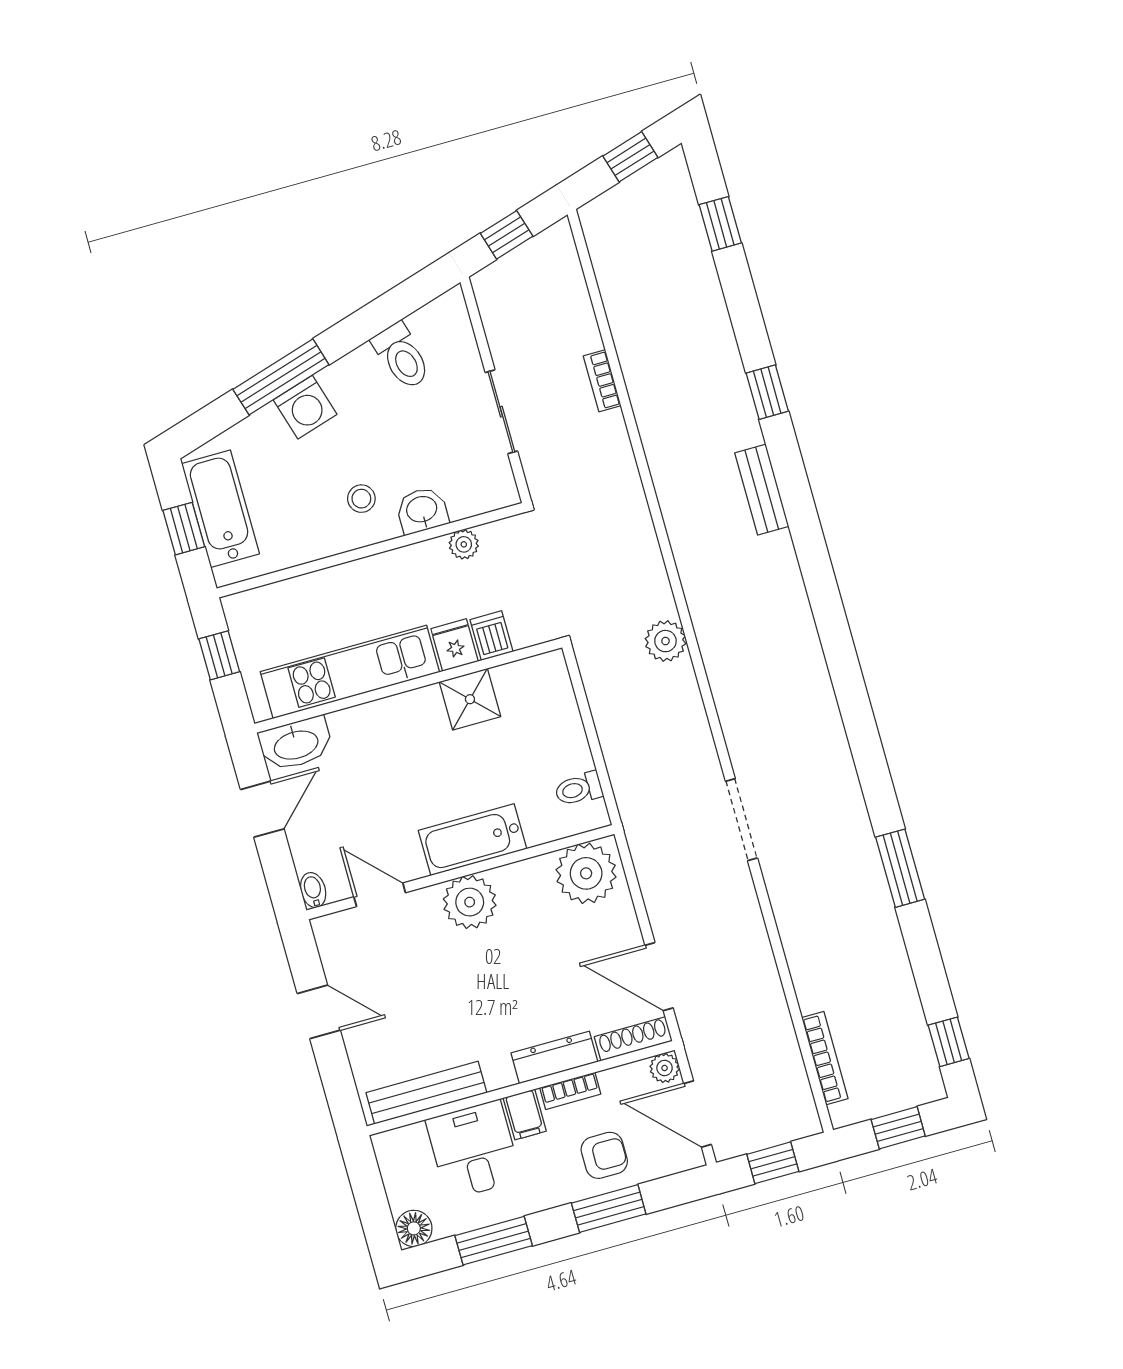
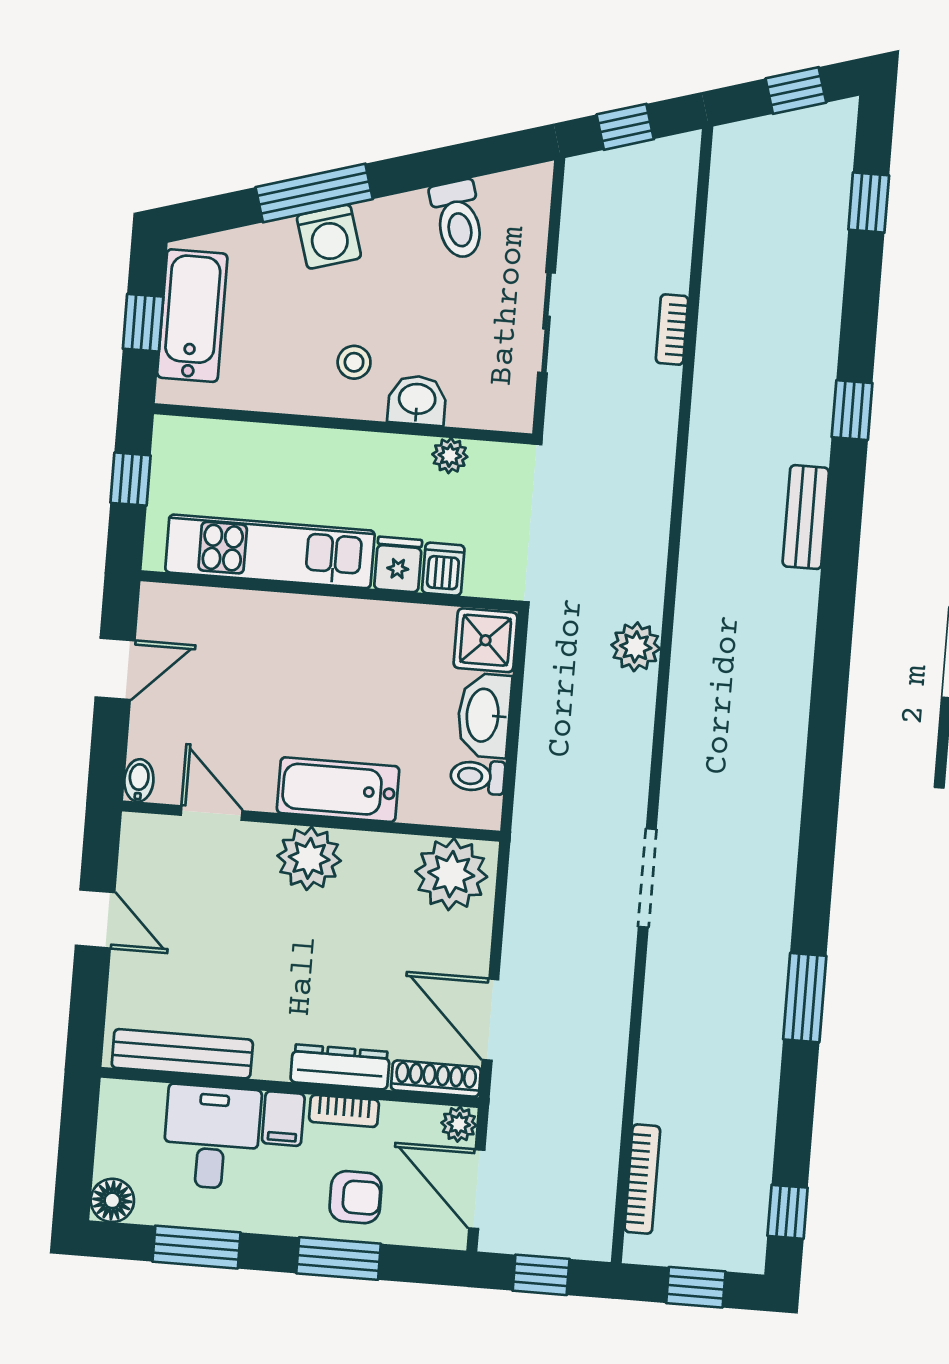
shower: (470, 699) -> (485, 640), moved
washbasin: (296, 744) -> (484, 715), moved, turned 90

